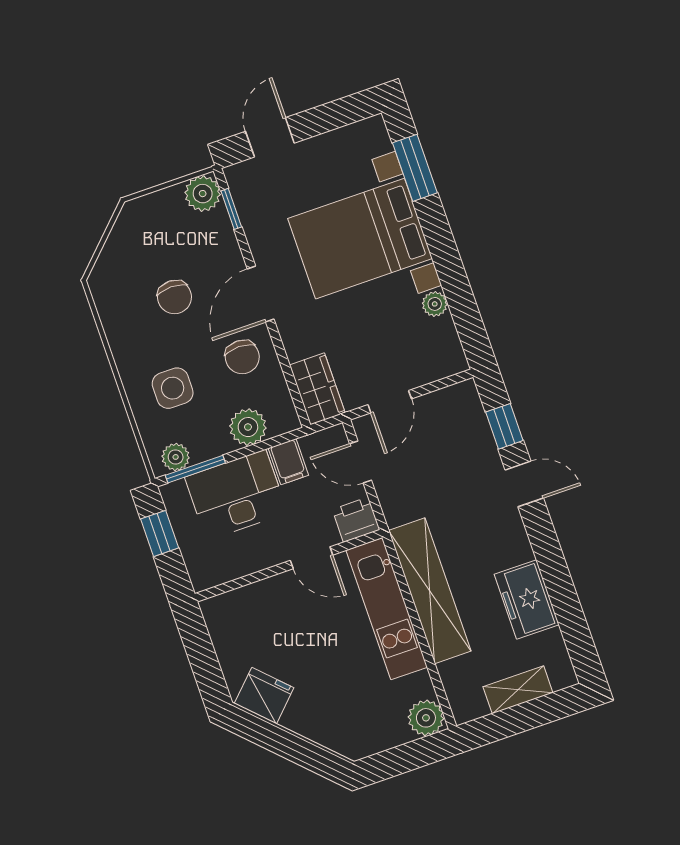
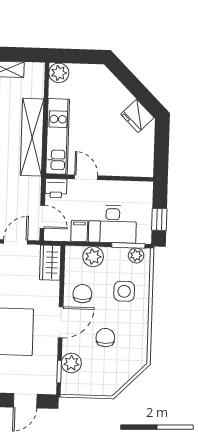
plant: (203, 194) -> (71, 363), moved

